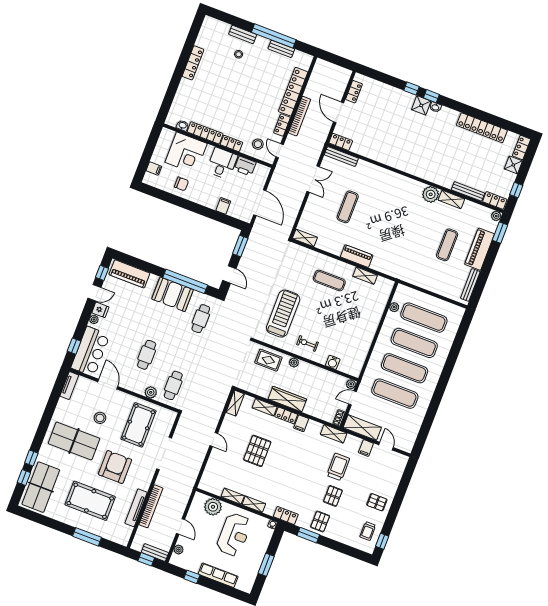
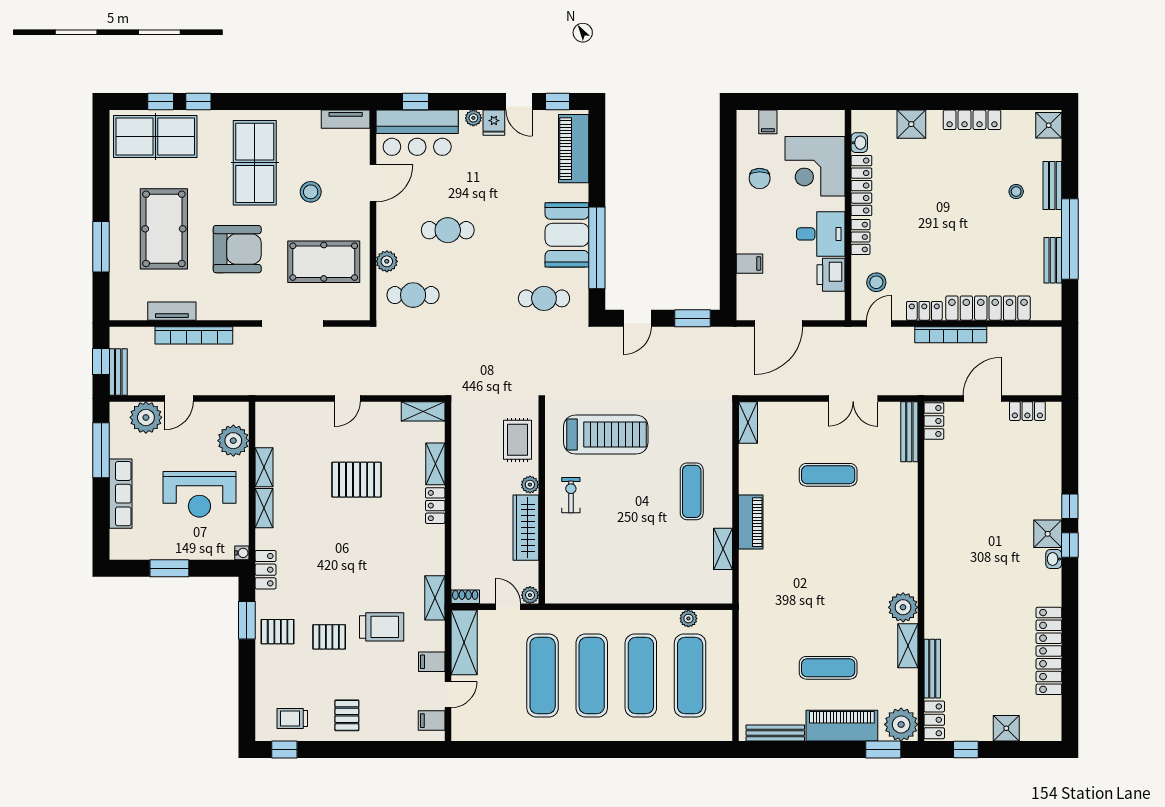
shower: (211, 24) -> (1049, 125), added
shower: (183, 95) -> (911, 124), added
locker: (522, 147) -> (1041, 731), removed
plant: (496, 216) -> (901, 724), width x1.88, depth x1.88
water cooler: (333, 362) -> (555, 550), removed
wardrobe: (287, 399) -> (526, 528), moved, turned 180
filing cabinet: (301, 423) -> (432, 721), moved
tv unit: (136, 508) -> (172, 311), width x0.71
plant: (179, 550) -> (146, 417), width x1.88, depth x1.88
window: (192, 577) -> (101, 450), width x2.17

